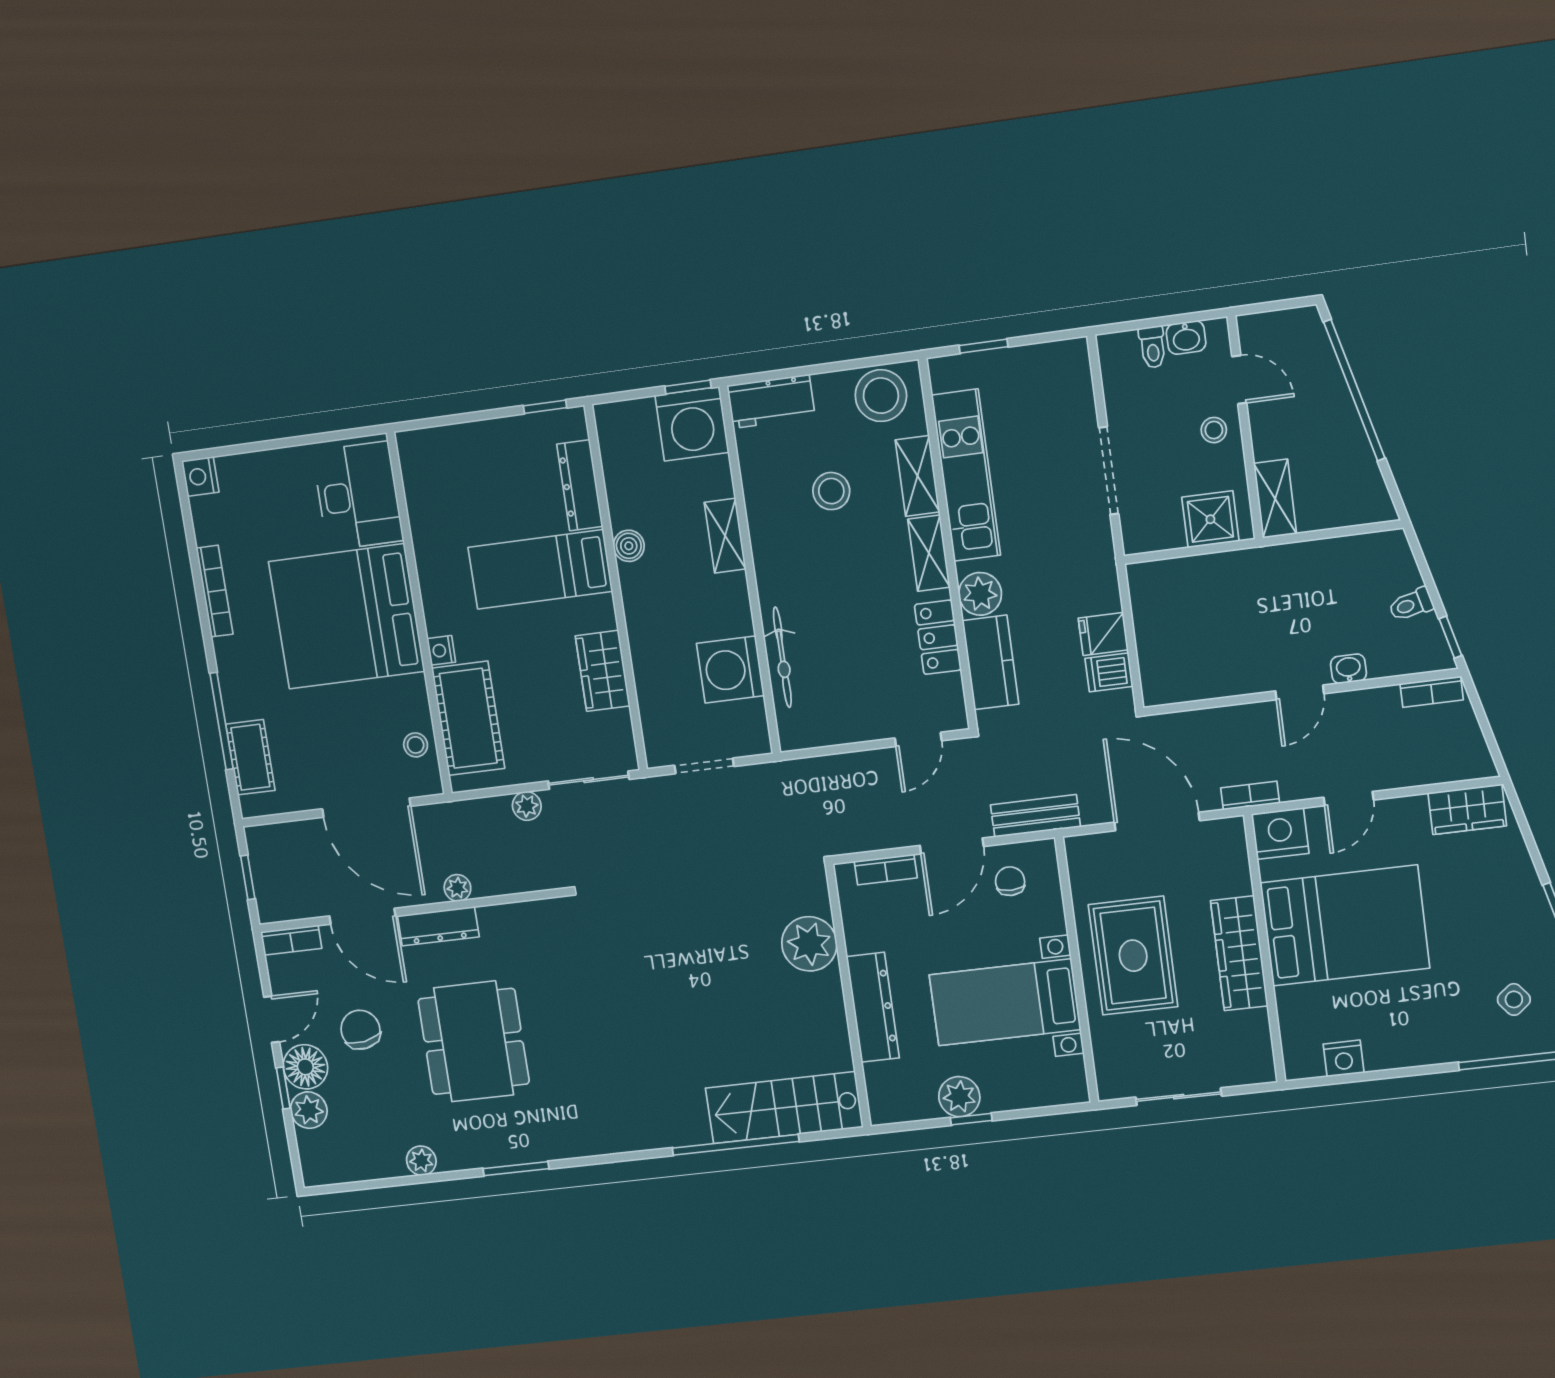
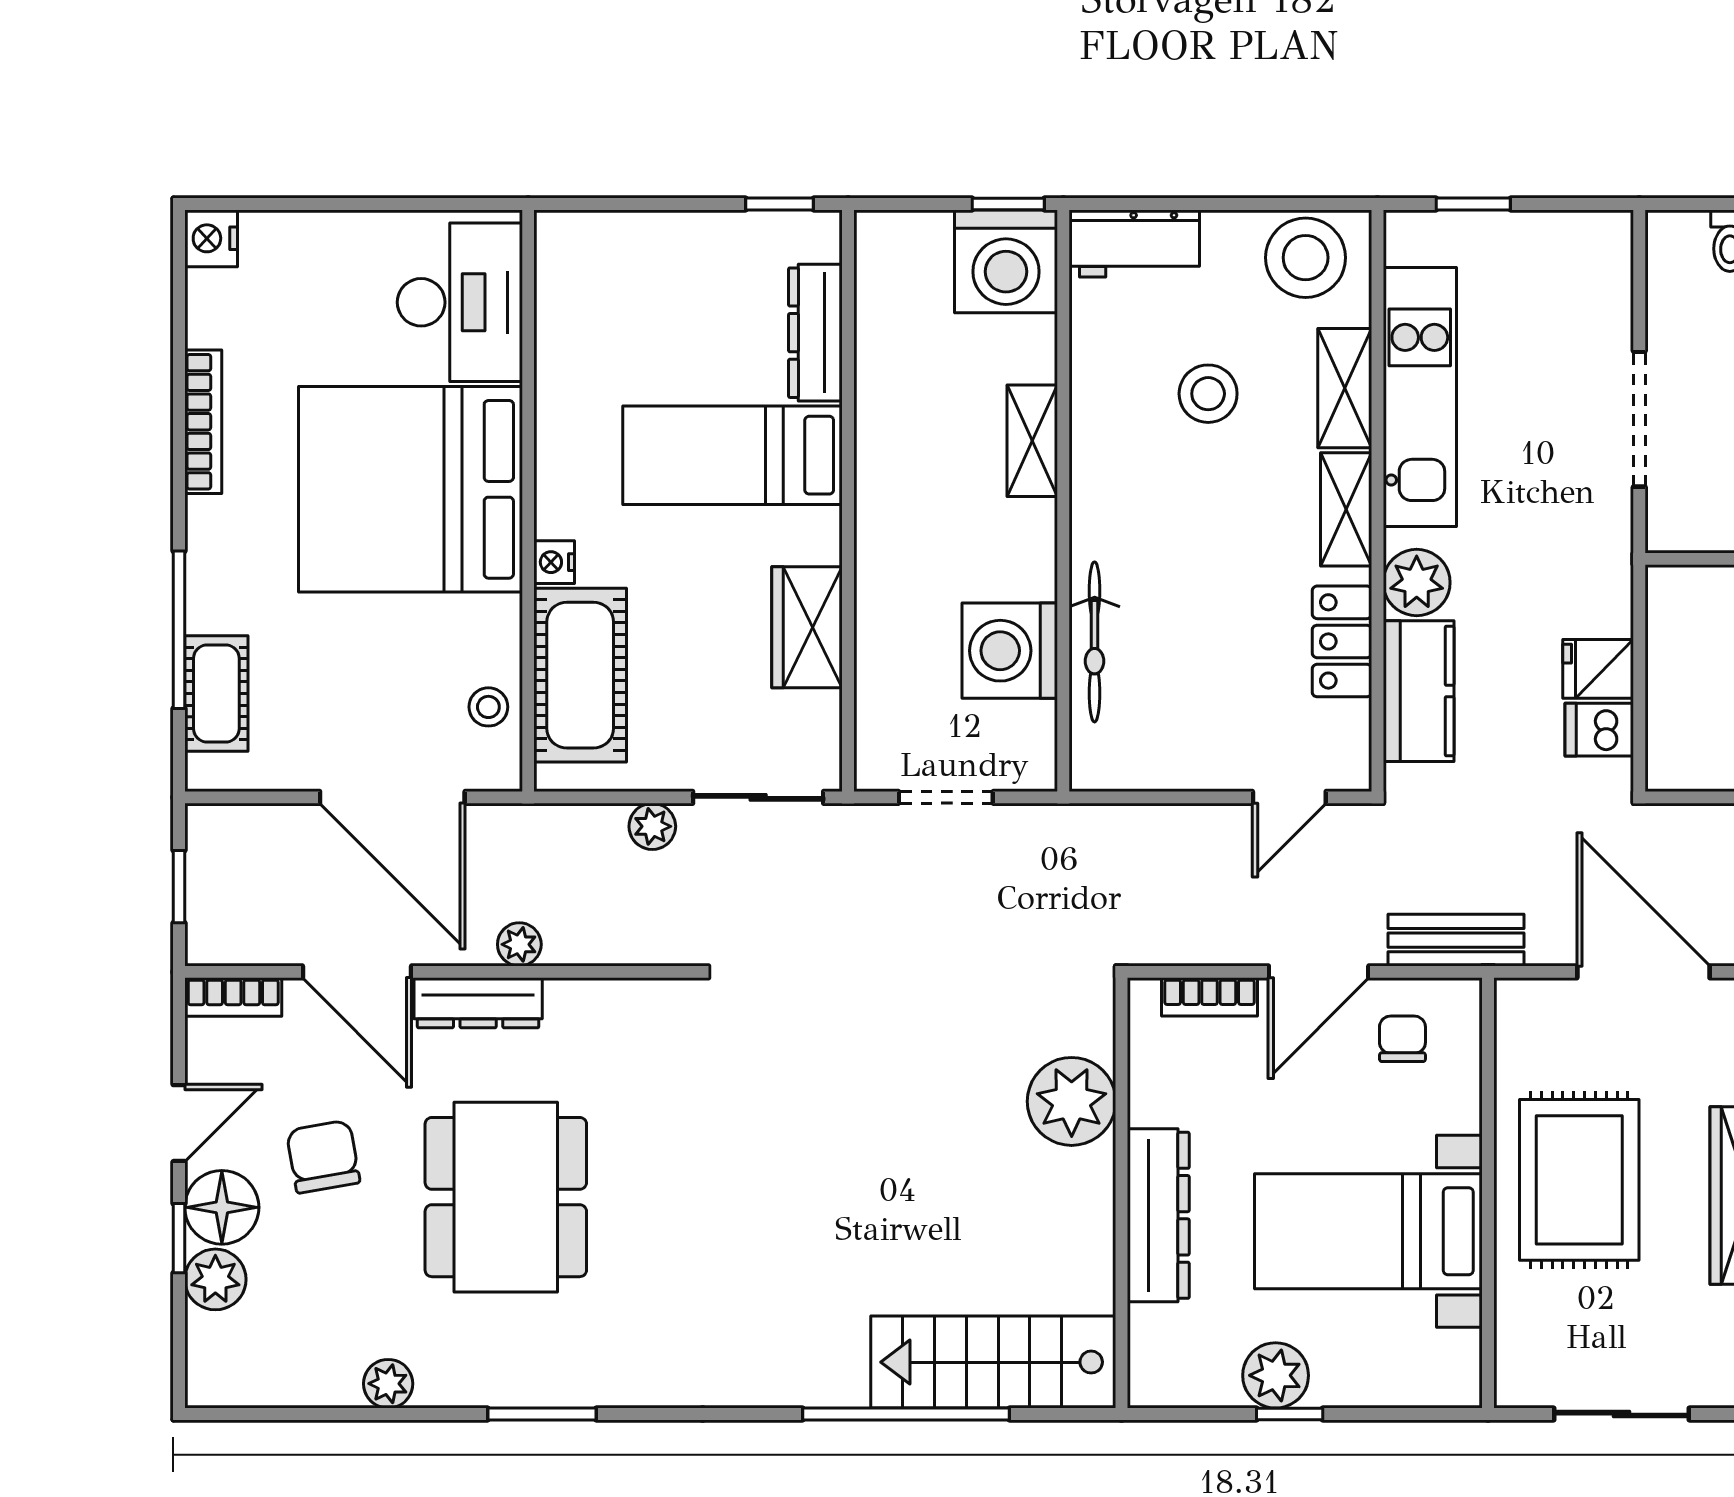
boiler: (629, 546) -> (878, 437), removed

